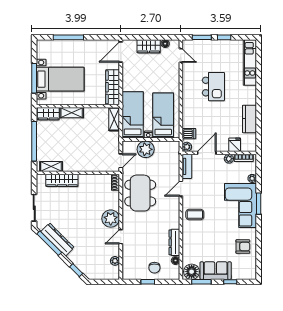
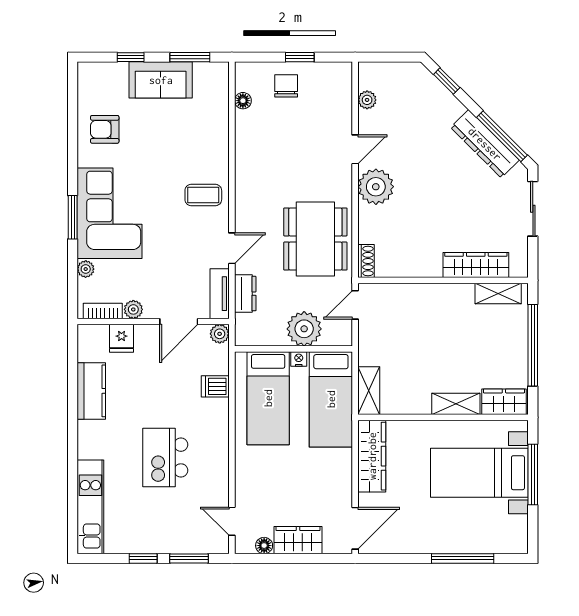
dishwasher: (189, 134) -> (215, 386), moved
dresser: (174, 242) -> (245, 294), moved, width x0.70
floor lamp: (192, 272) -> (210, 78), removed

